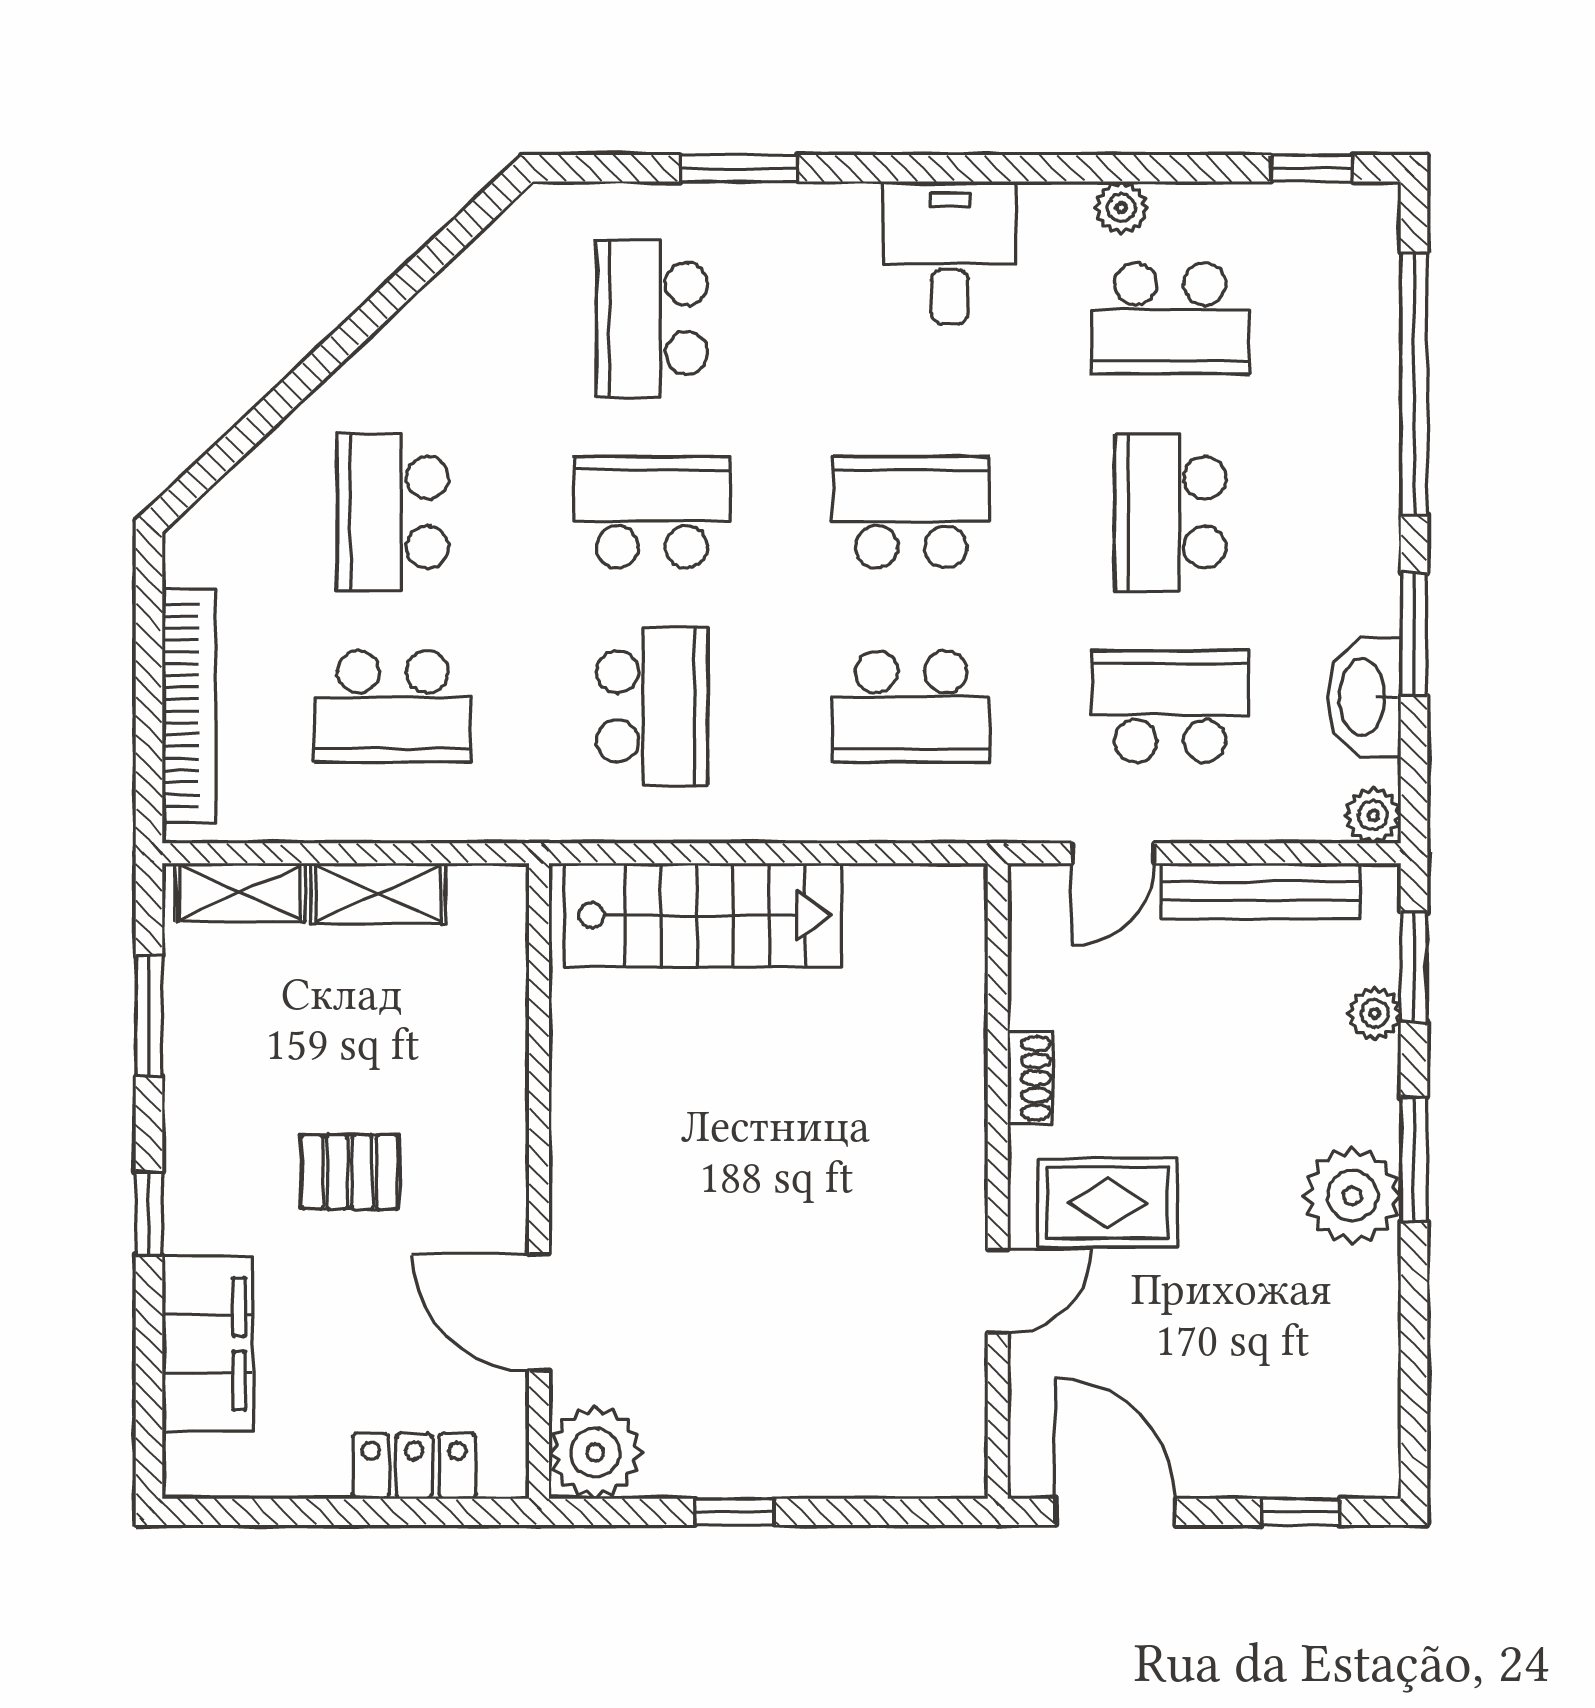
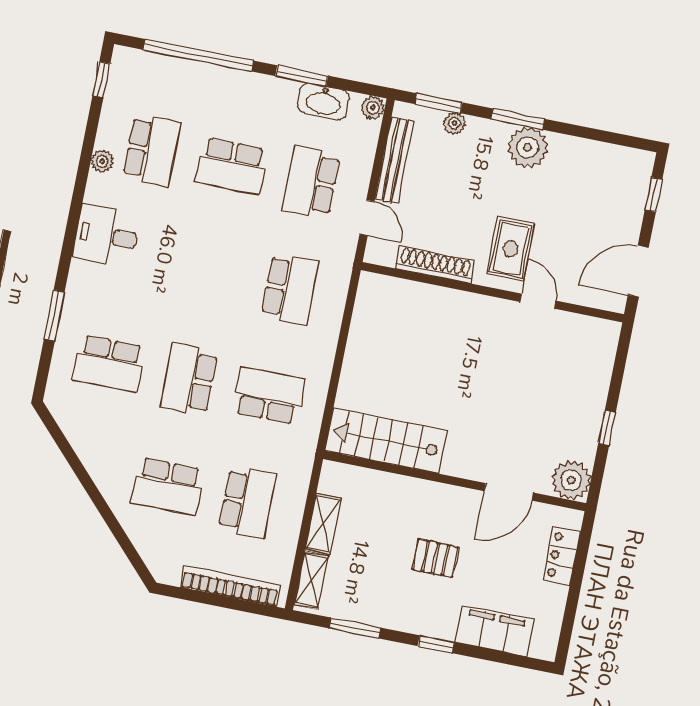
school desk: (911, 512) -> (210, 273), removed
stairs: (703, 915) -> (386, 441), moved, turned -90
shoe rack: (1030, 1078) -> (435, 265), width x1.94, depth x1.24
pallet: (350, 1172) -> (435, 558), turned 90

